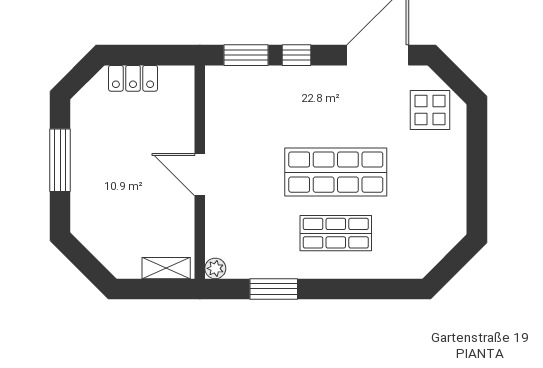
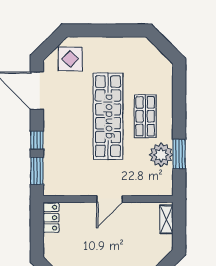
locker: (133, 78) -> (51, 218), moved
shop shelf: (336, 172) -> (108, 116), width x1.40
plant: (215, 268) -> (161, 155), moved, width x1.87, depth x1.87

